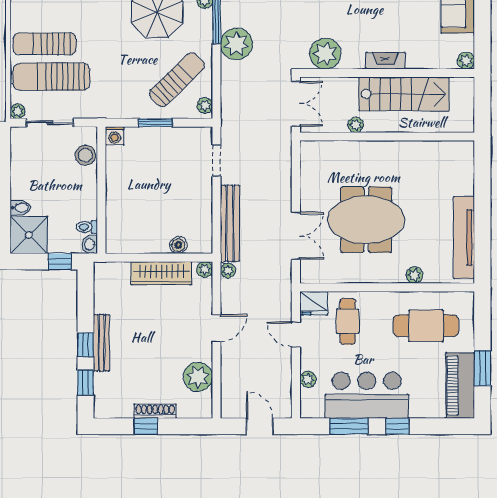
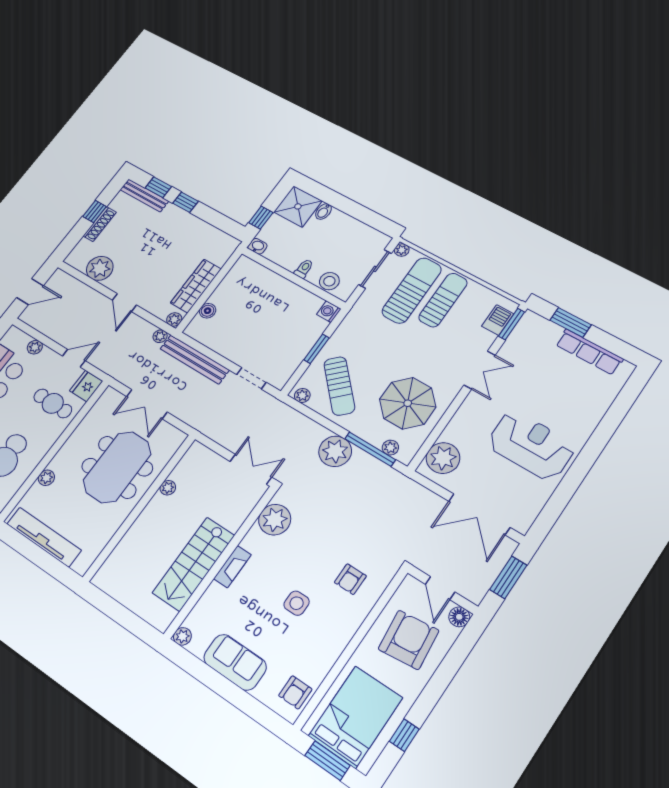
double door: (296, 104) -> (251, 469), swing flipped
plant: (356, 125) -> (168, 488), moved
wall: (387, 137) -> (140, 507), moved
toilet: (87, 227) -> (304, 269), moved
bench: (101, 343) -> (144, 195), moved

